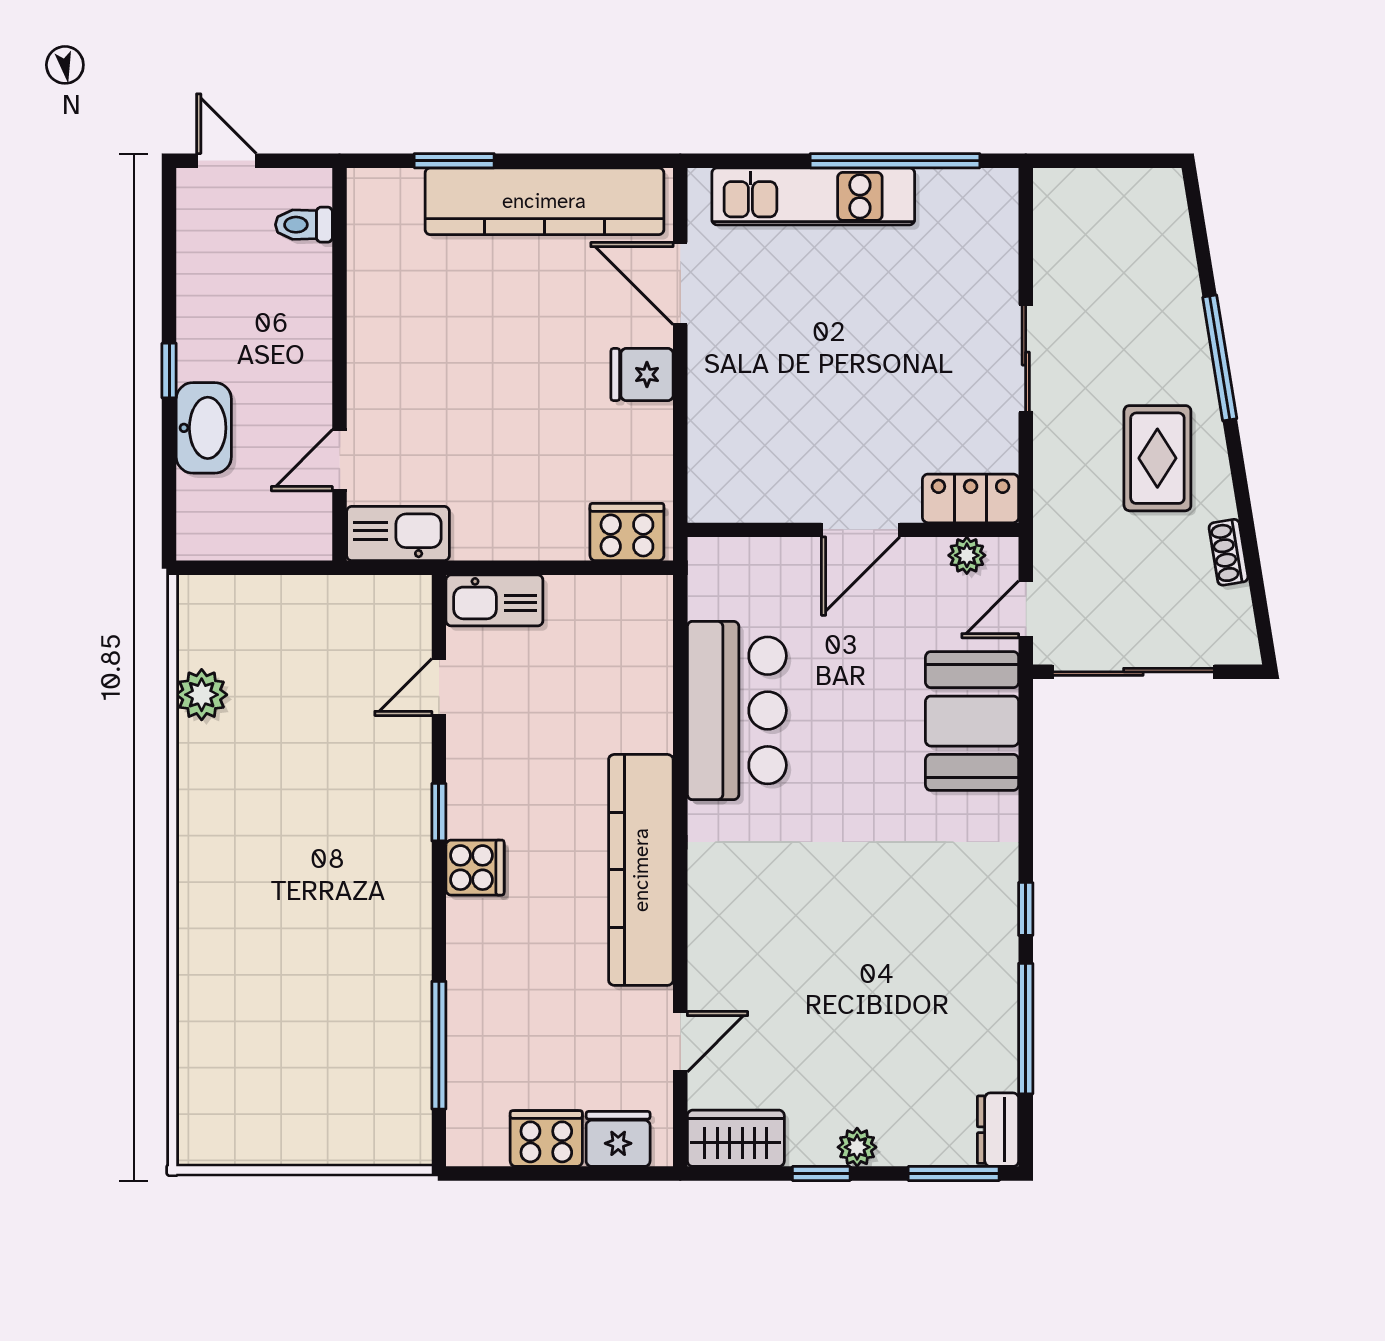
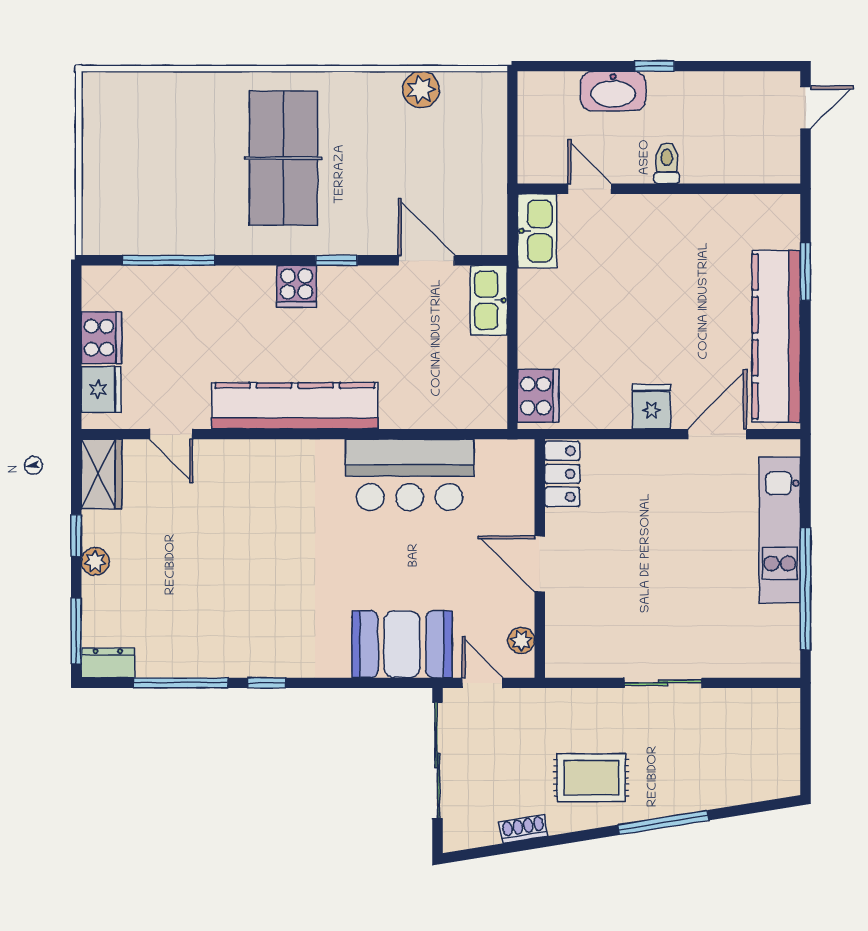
toilet: (304, 225) -> (667, 163), moved
locker: (971, 498) -> (562, 474), moved
door: (439, 687) -> (426, 260), width x1.38
table tennis table: (297, 886) -> (283, 158), added

